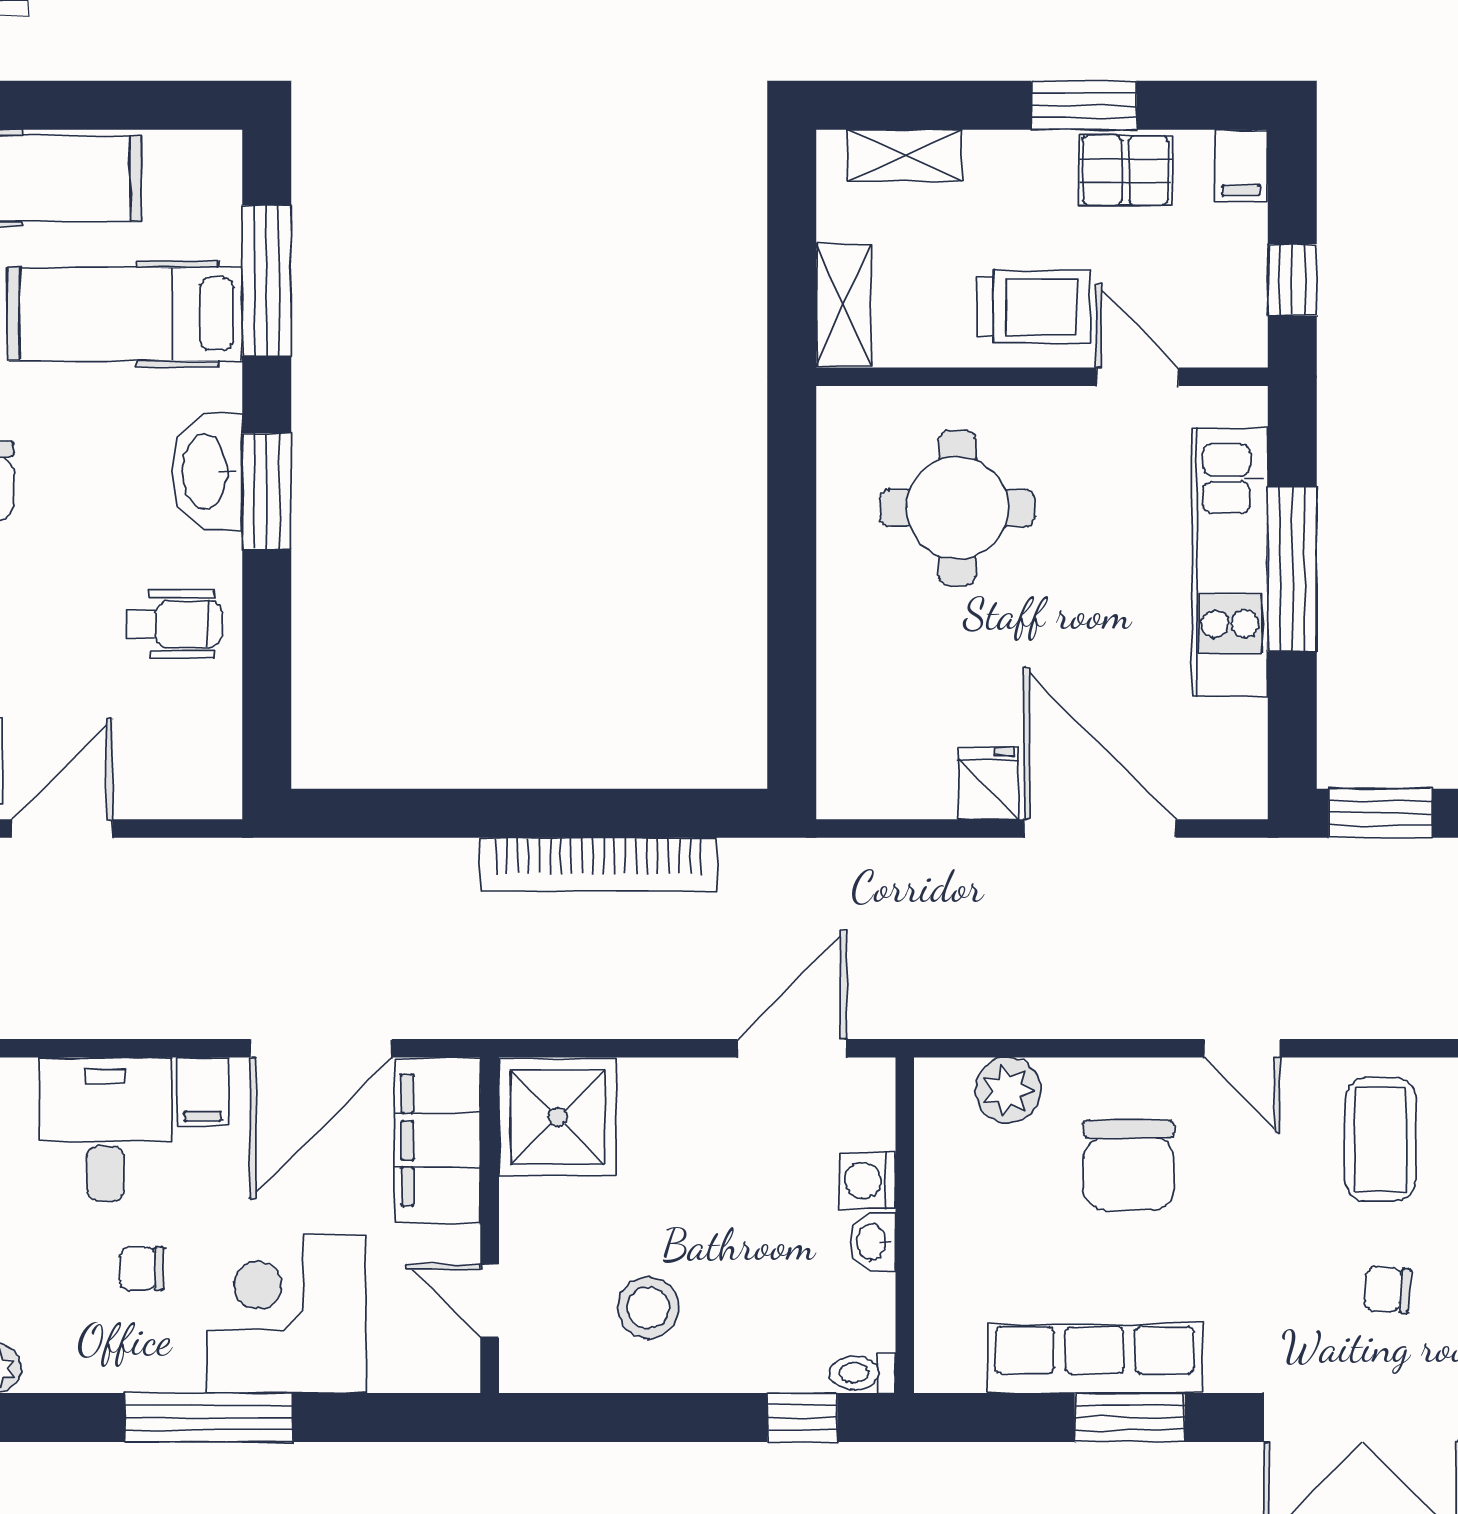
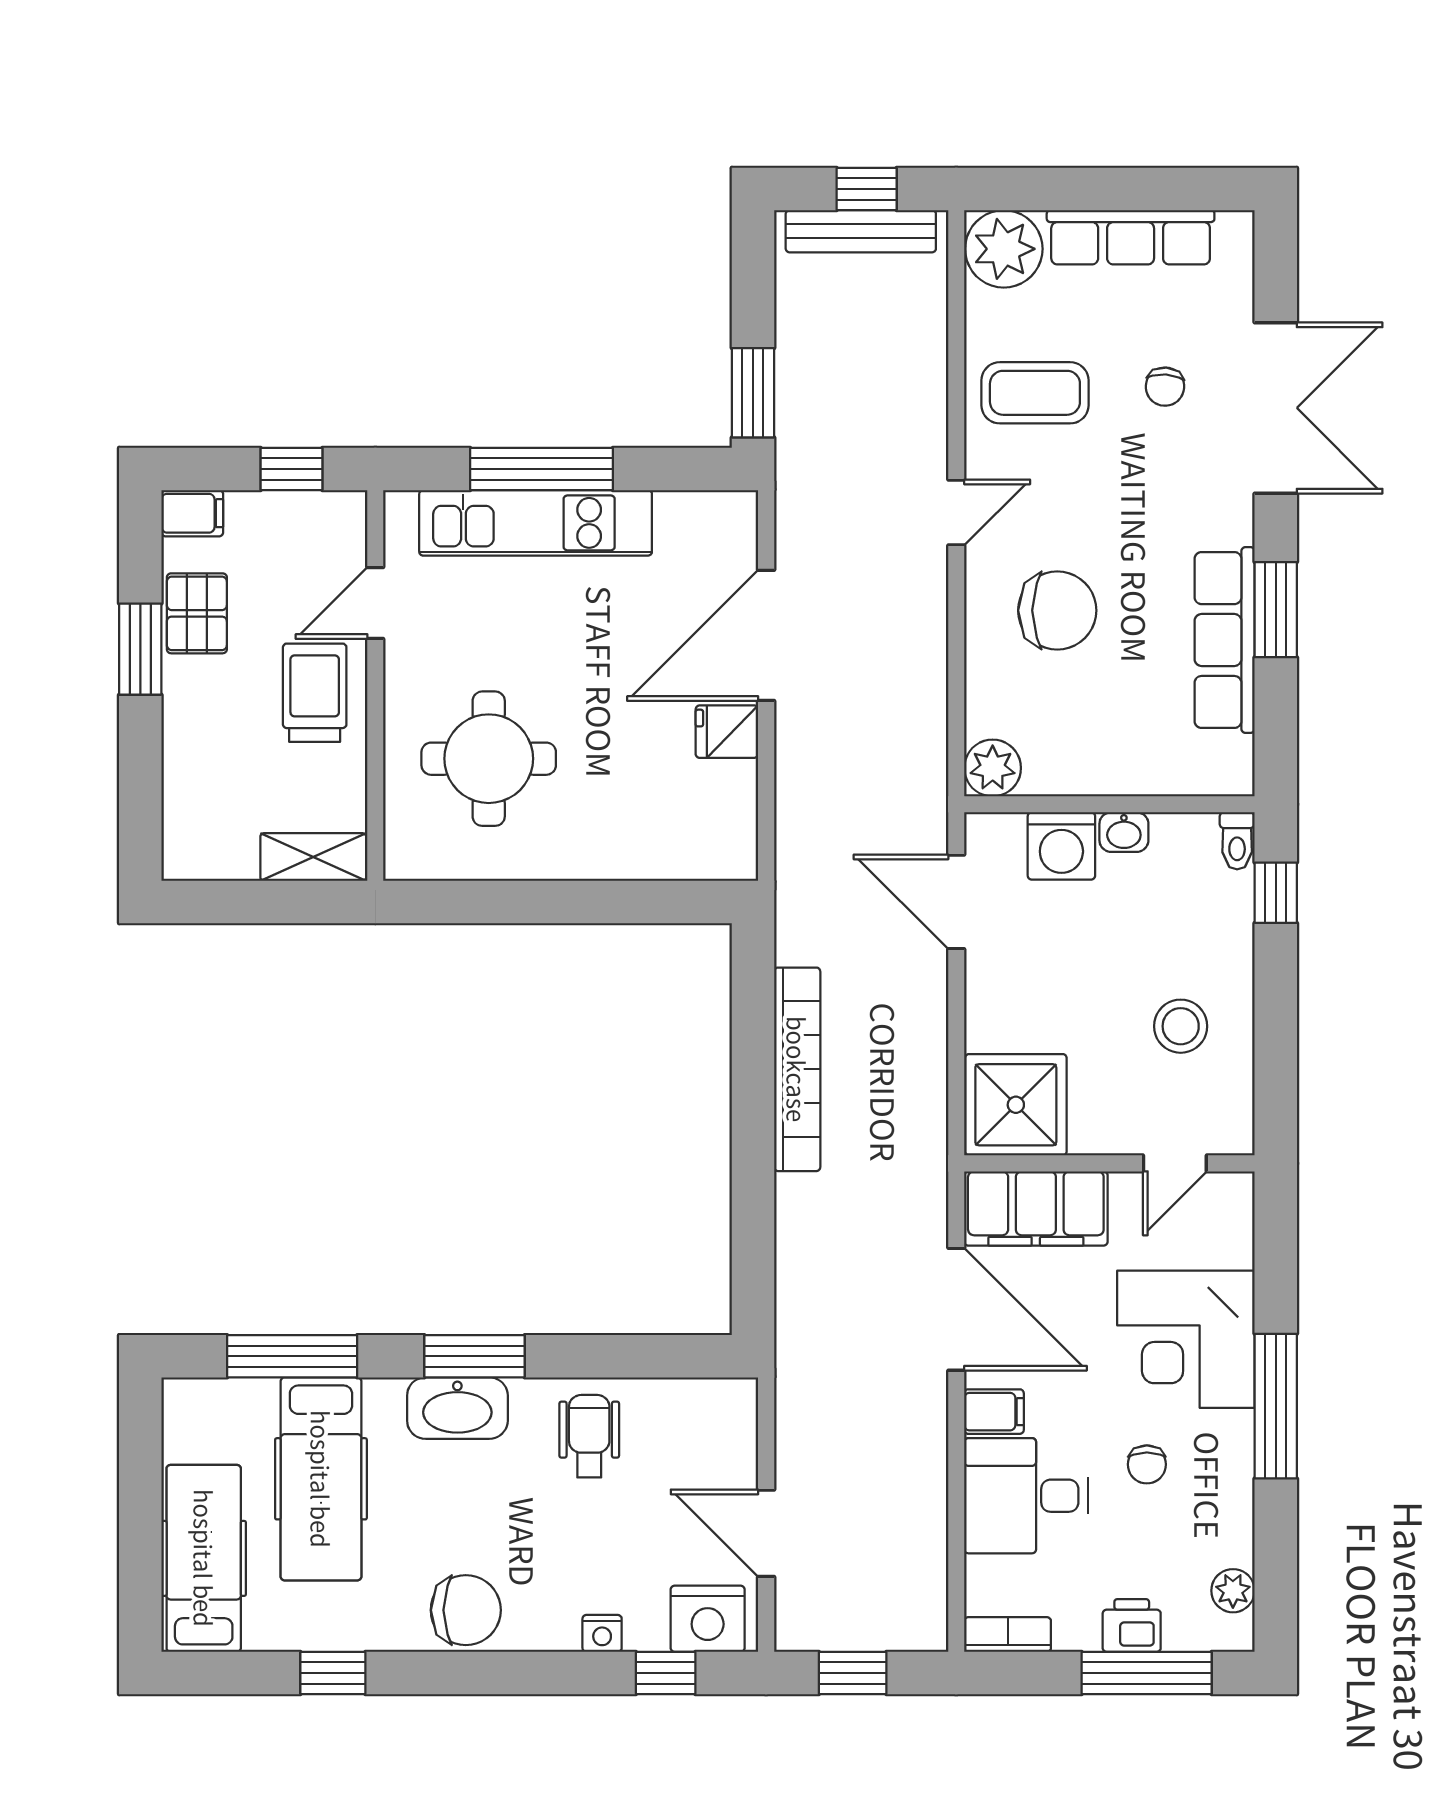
shelving: (905, 155) -> (184, 804), removed
plant: (1008, 1090) -> (993, 768), moved
washing machine: (867, 1181) -> (1061, 846), width x1.38, depth x1.38

